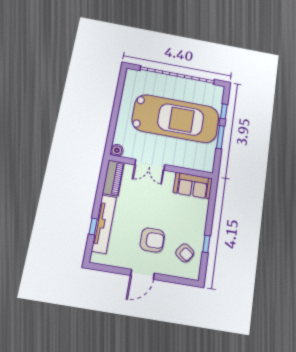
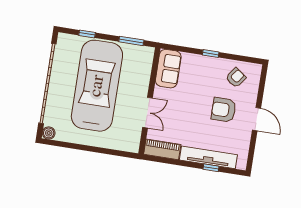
window: (220, 137) -> (131, 41), moved
boiler: (117, 150) -> (49, 133), moved
armchair: (152, 240) -> (224, 110), turned -90
window: (206, 244) -> (211, 54), moved

